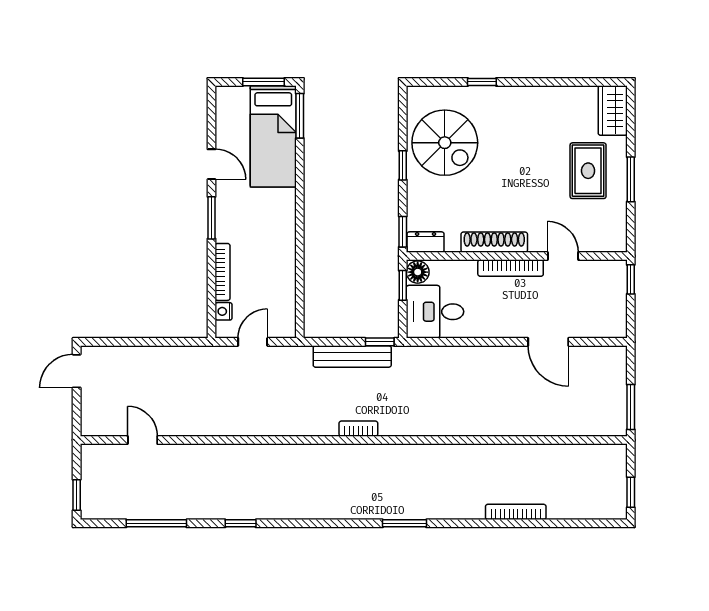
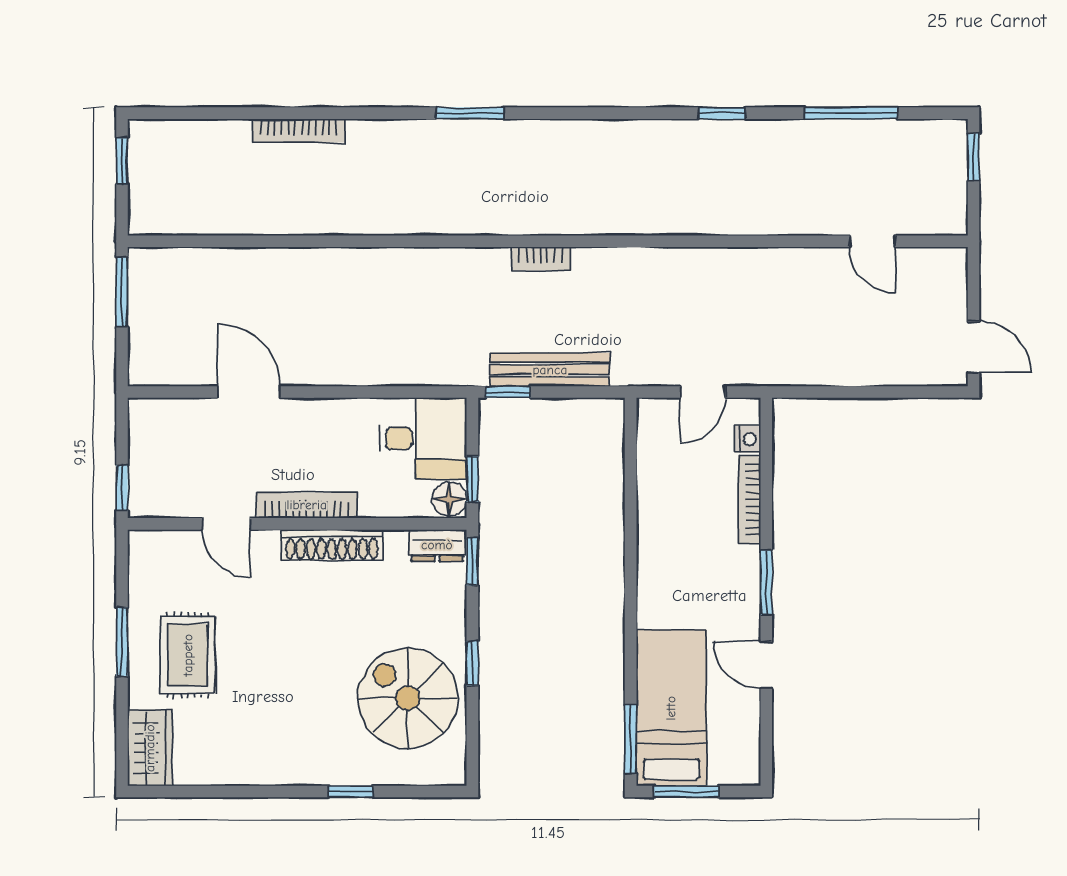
door: (77, 371) -> (974, 347), hinge flipped

